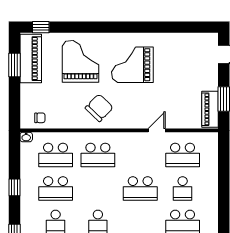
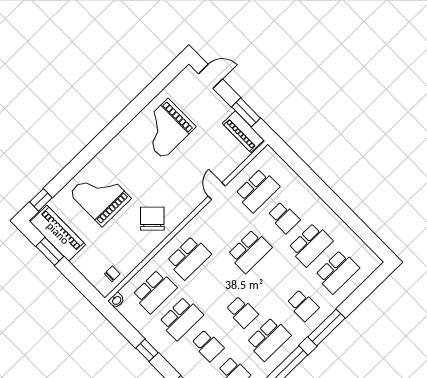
grand piano: (132, 65) -> (166, 129), moved

